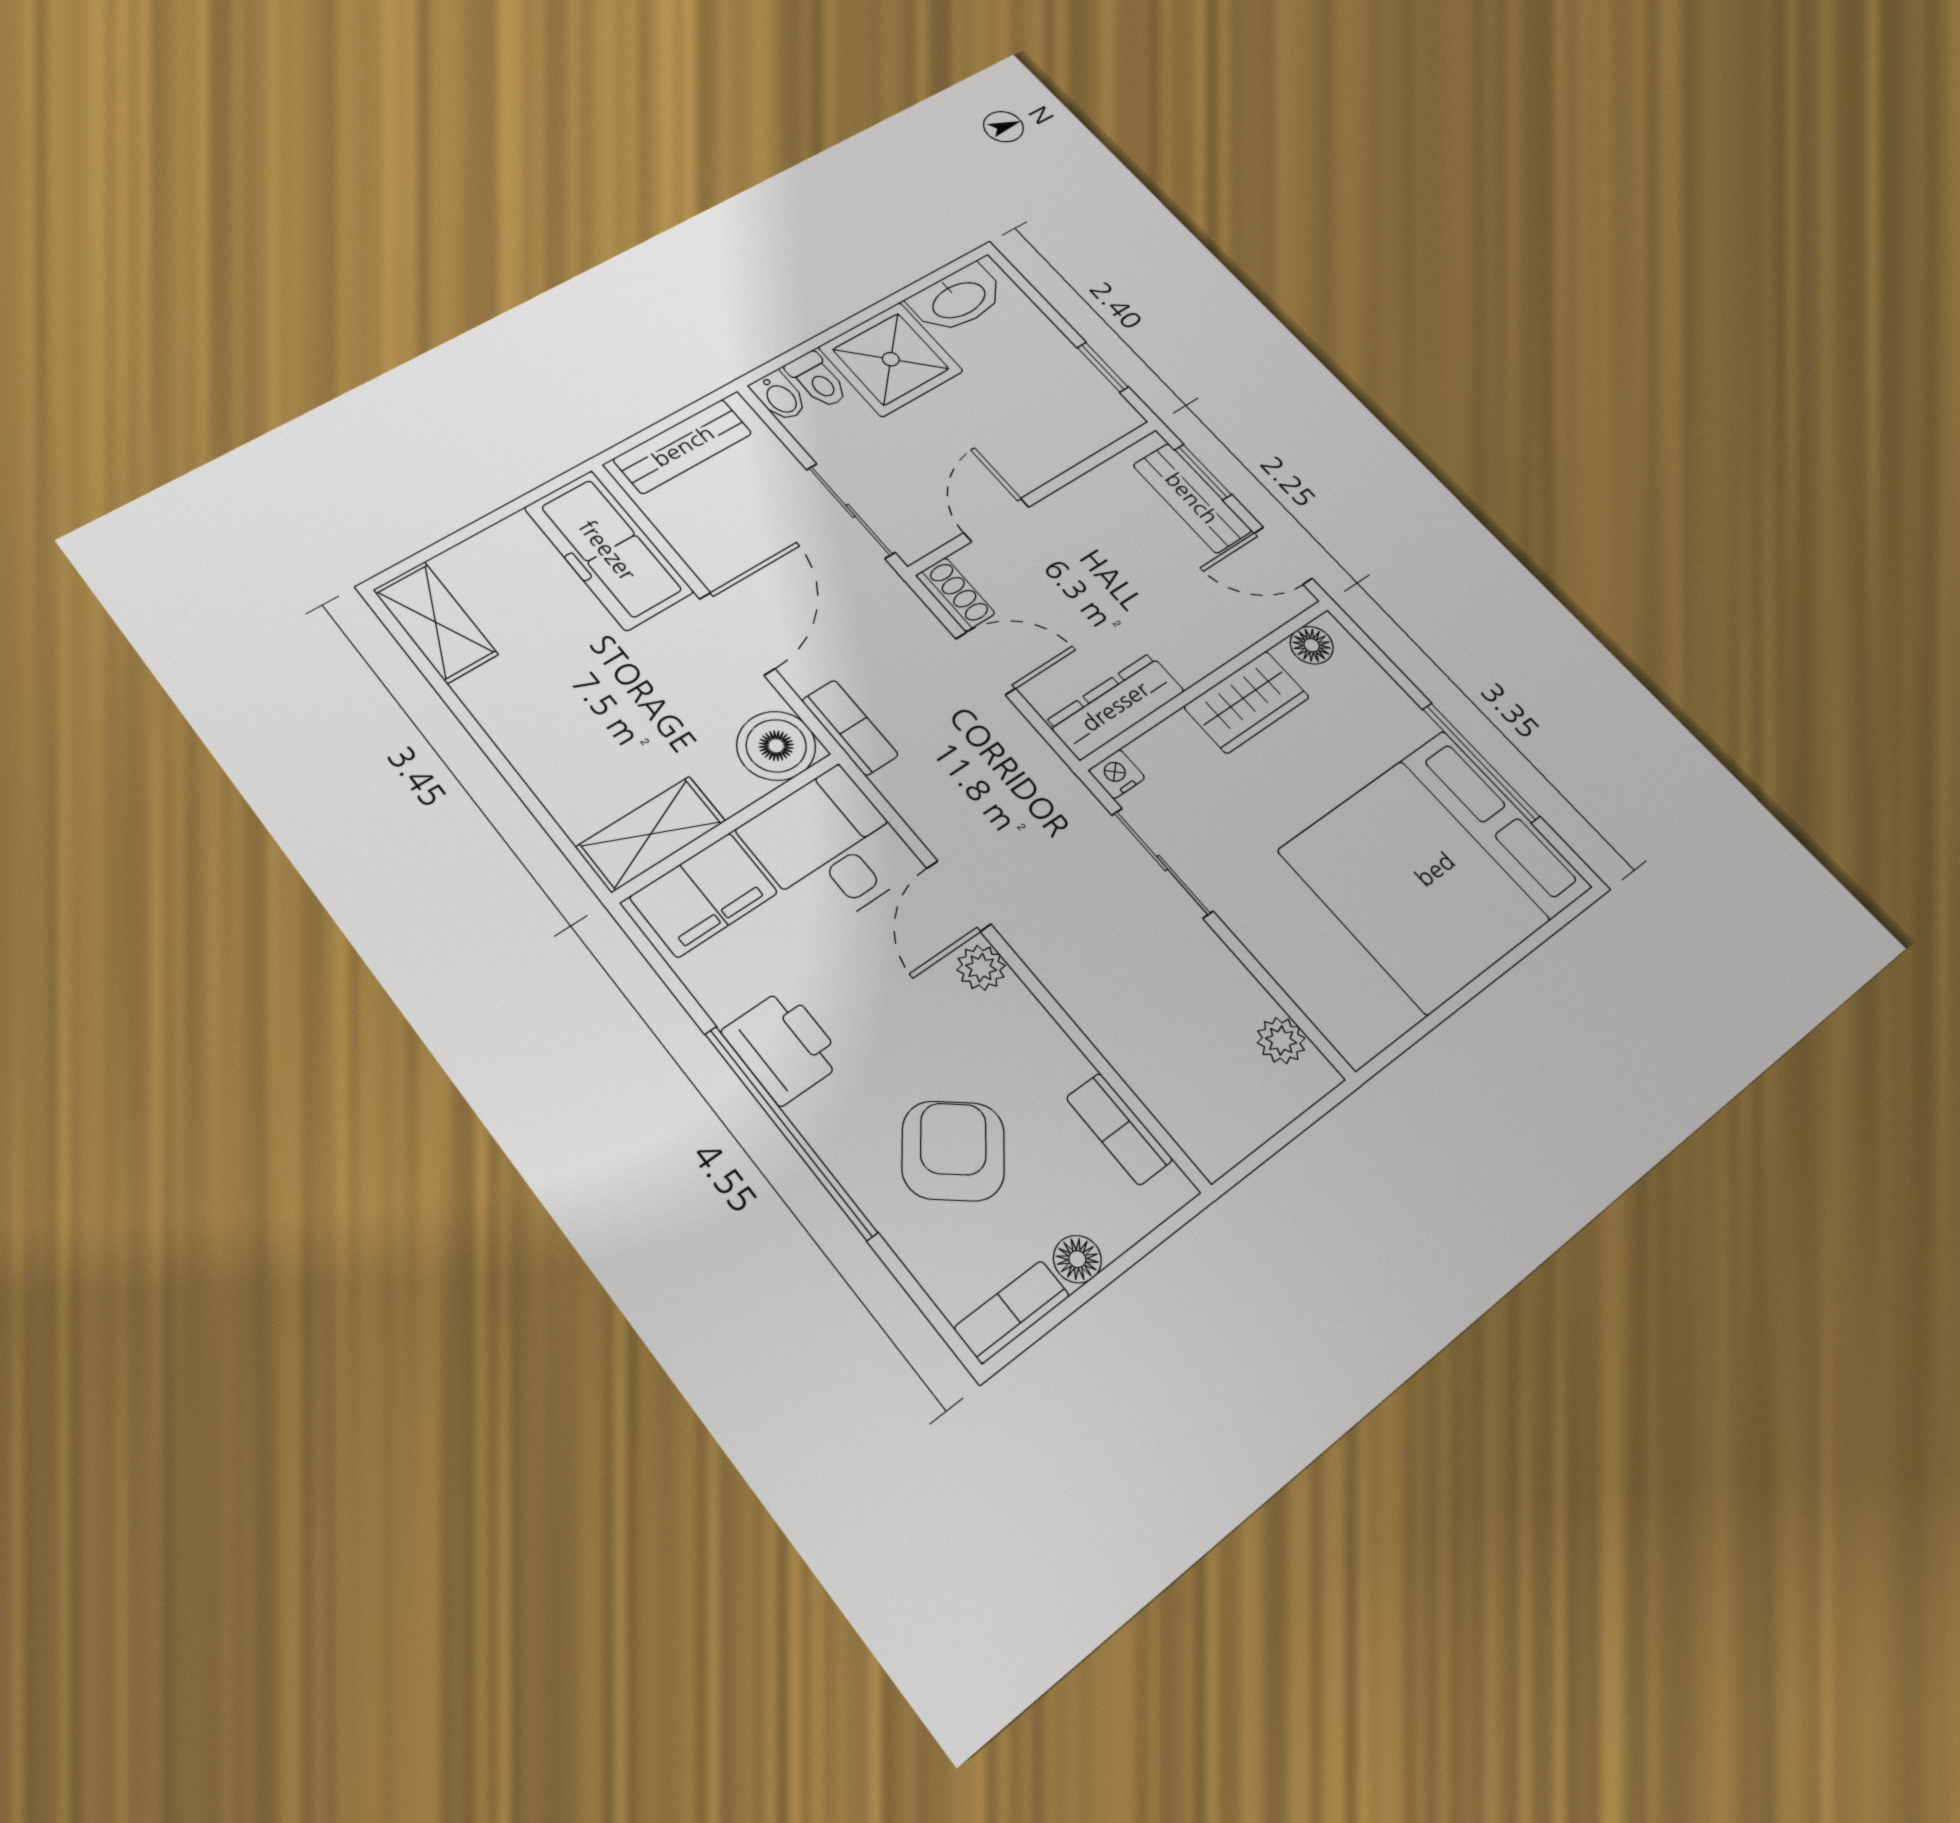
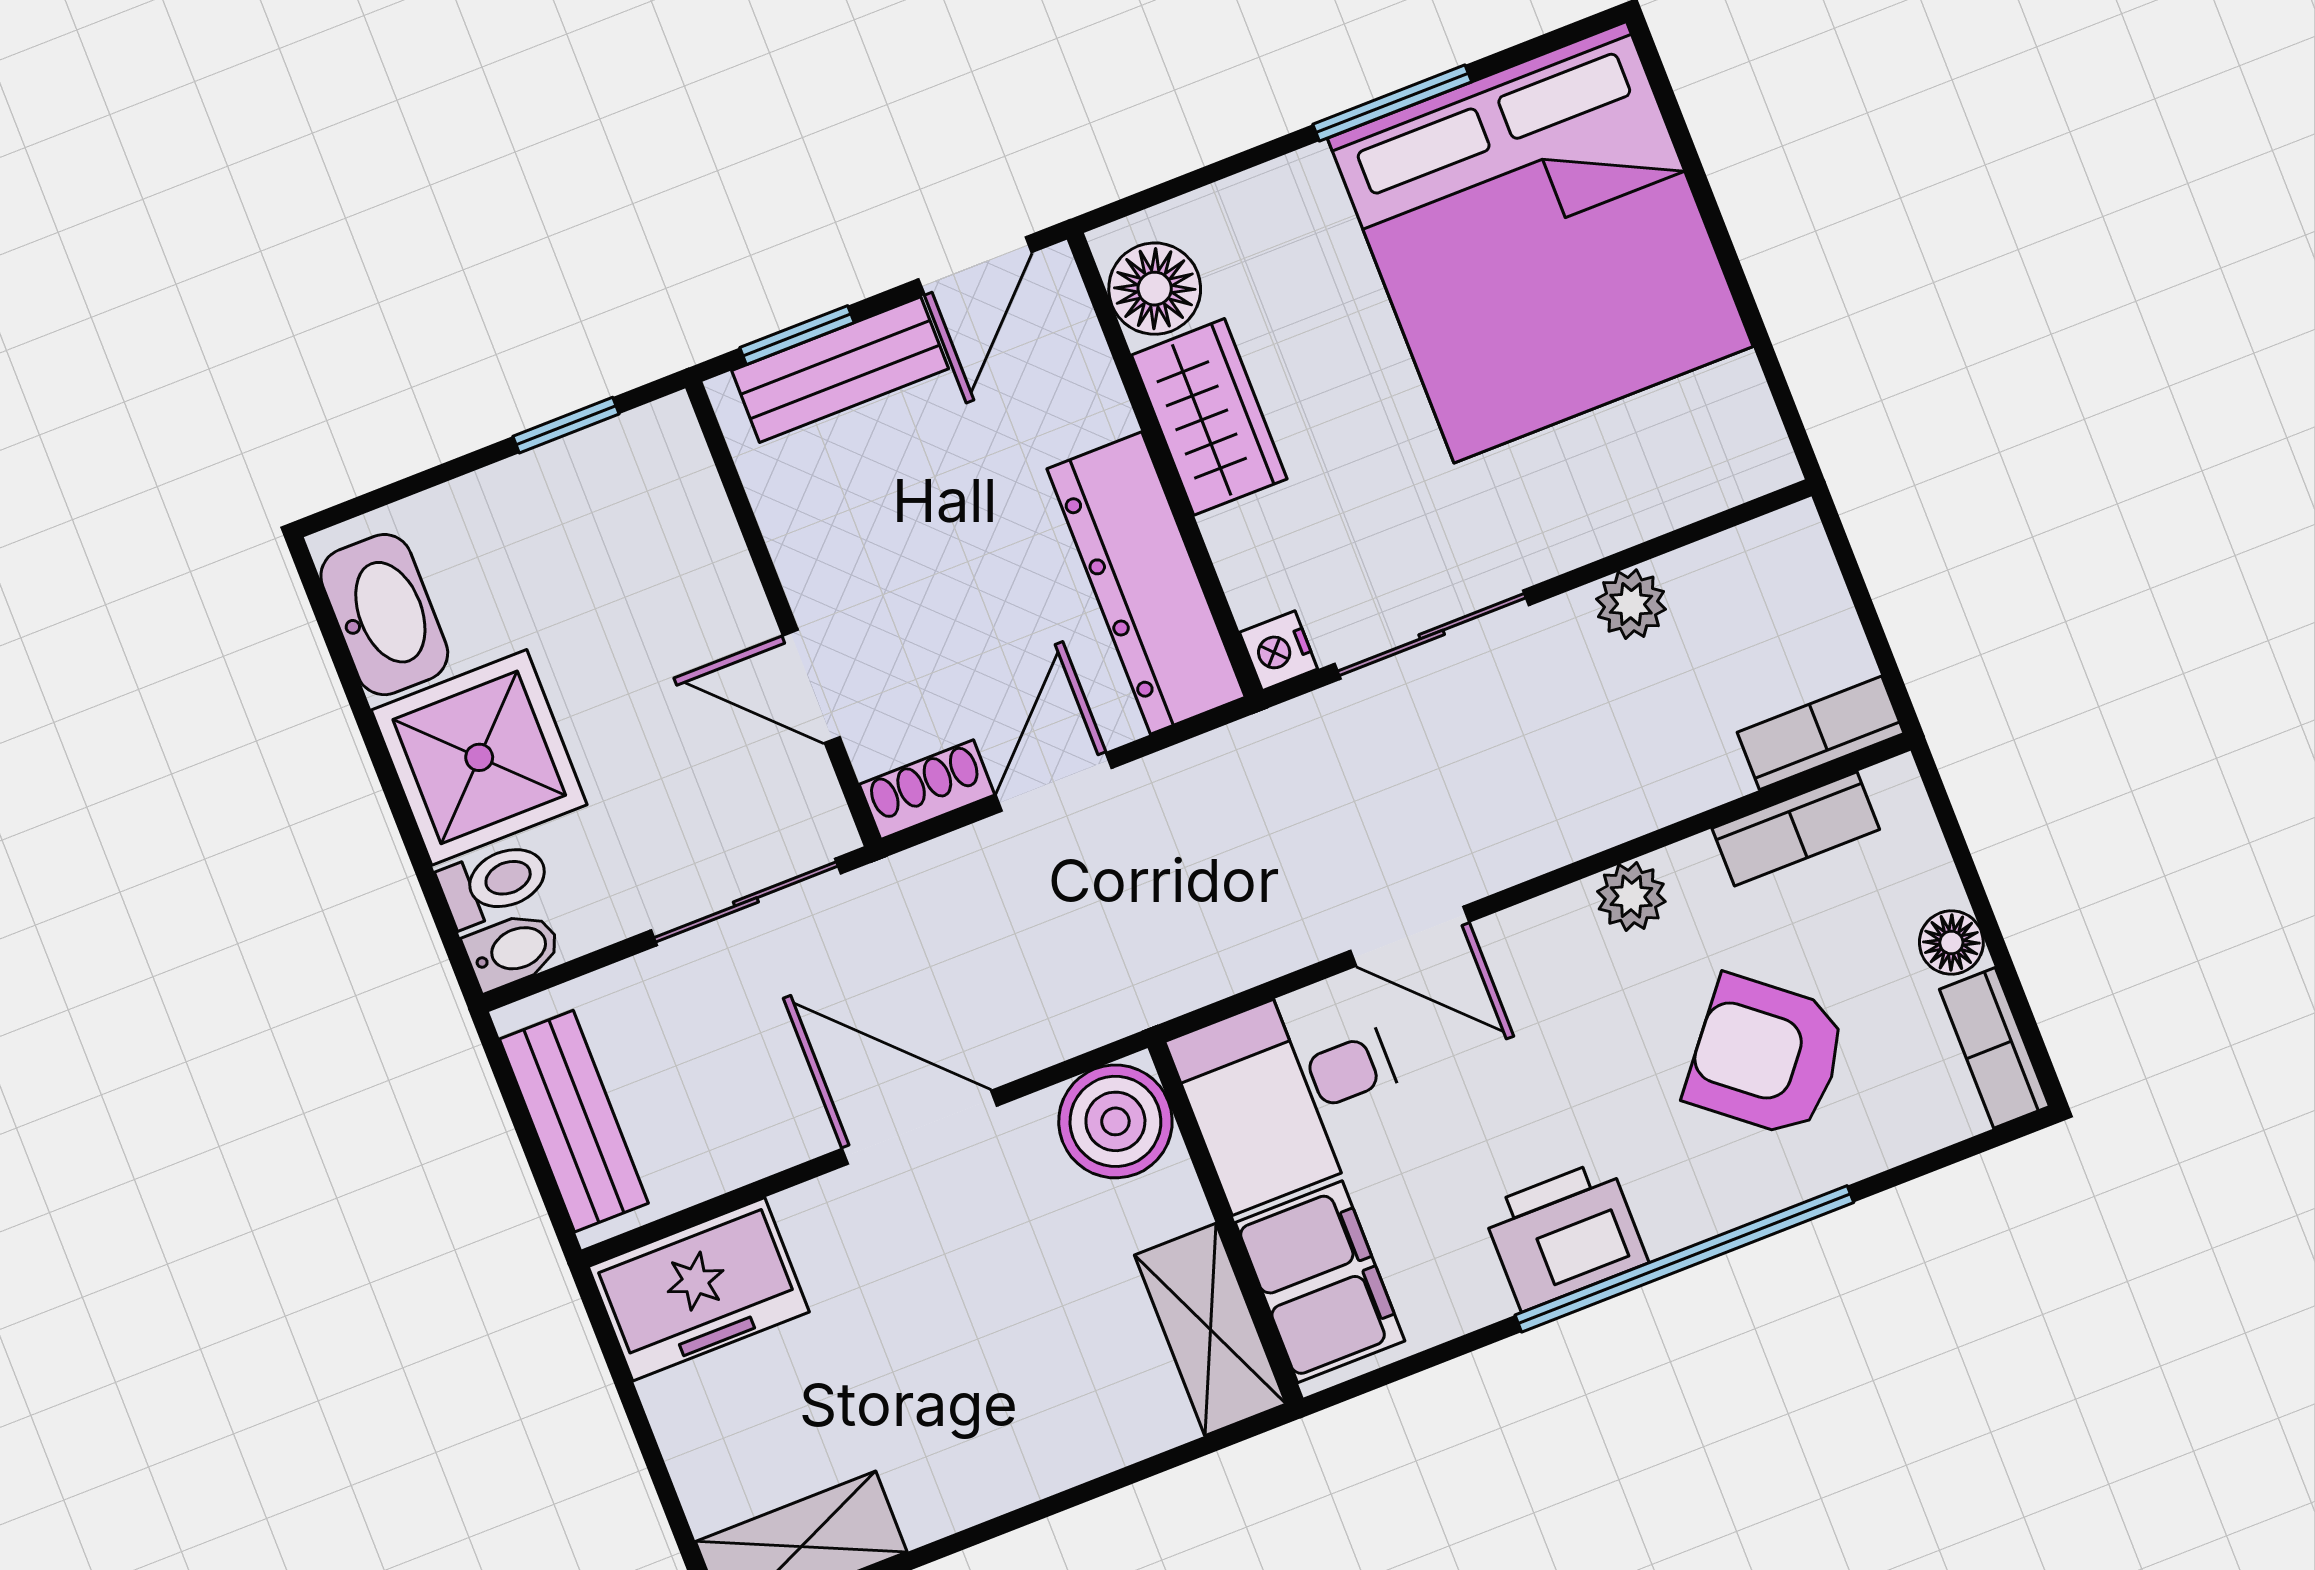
freezer: (608, 550) -> (699, 1289), width x0.71
floor lamp: (1312, 645) -> (1155, 289), width x1.37, depth x1.37
dresser: (1115, 706) -> (1146, 583), width x1.37, depth x1.24
bookcase: (850, 728) -> (1821, 733), moved
window: (1481, 763) -> (1392, 103), width x0.69
plant: (981, 968) -> (1631, 896), moved
plant: (1281, 1040) -> (1631, 604), moved

